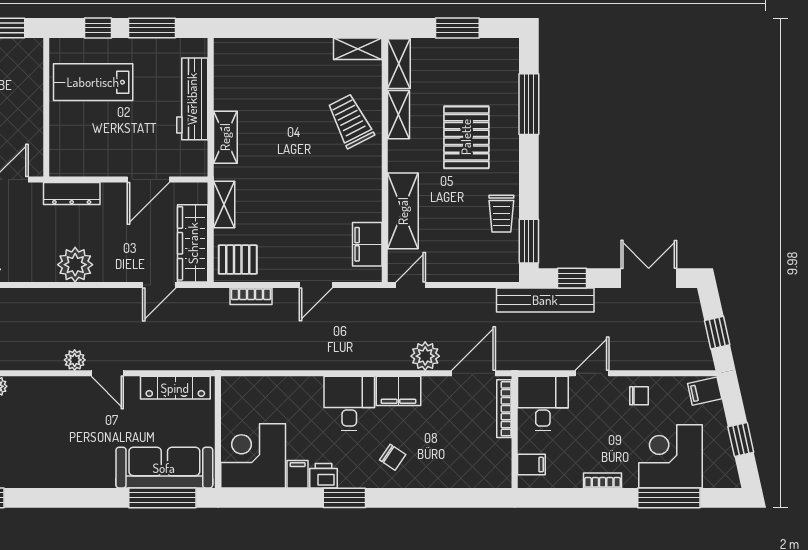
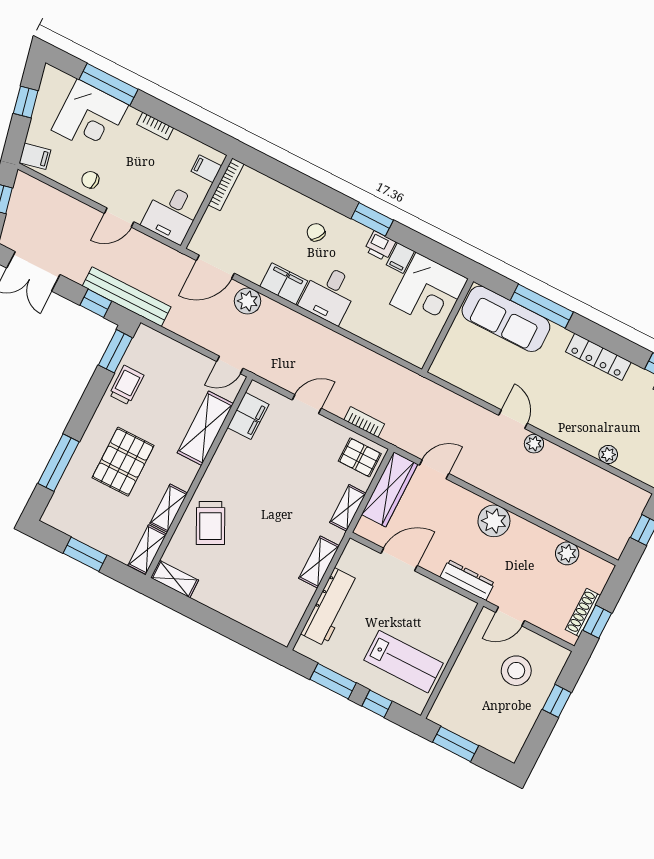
locker: (175, 388) -> (598, 357), moved, turned 180
bookcase: (504, 409) -> (226, 184), moved
window: (162, 498) -> (542, 306), moved

